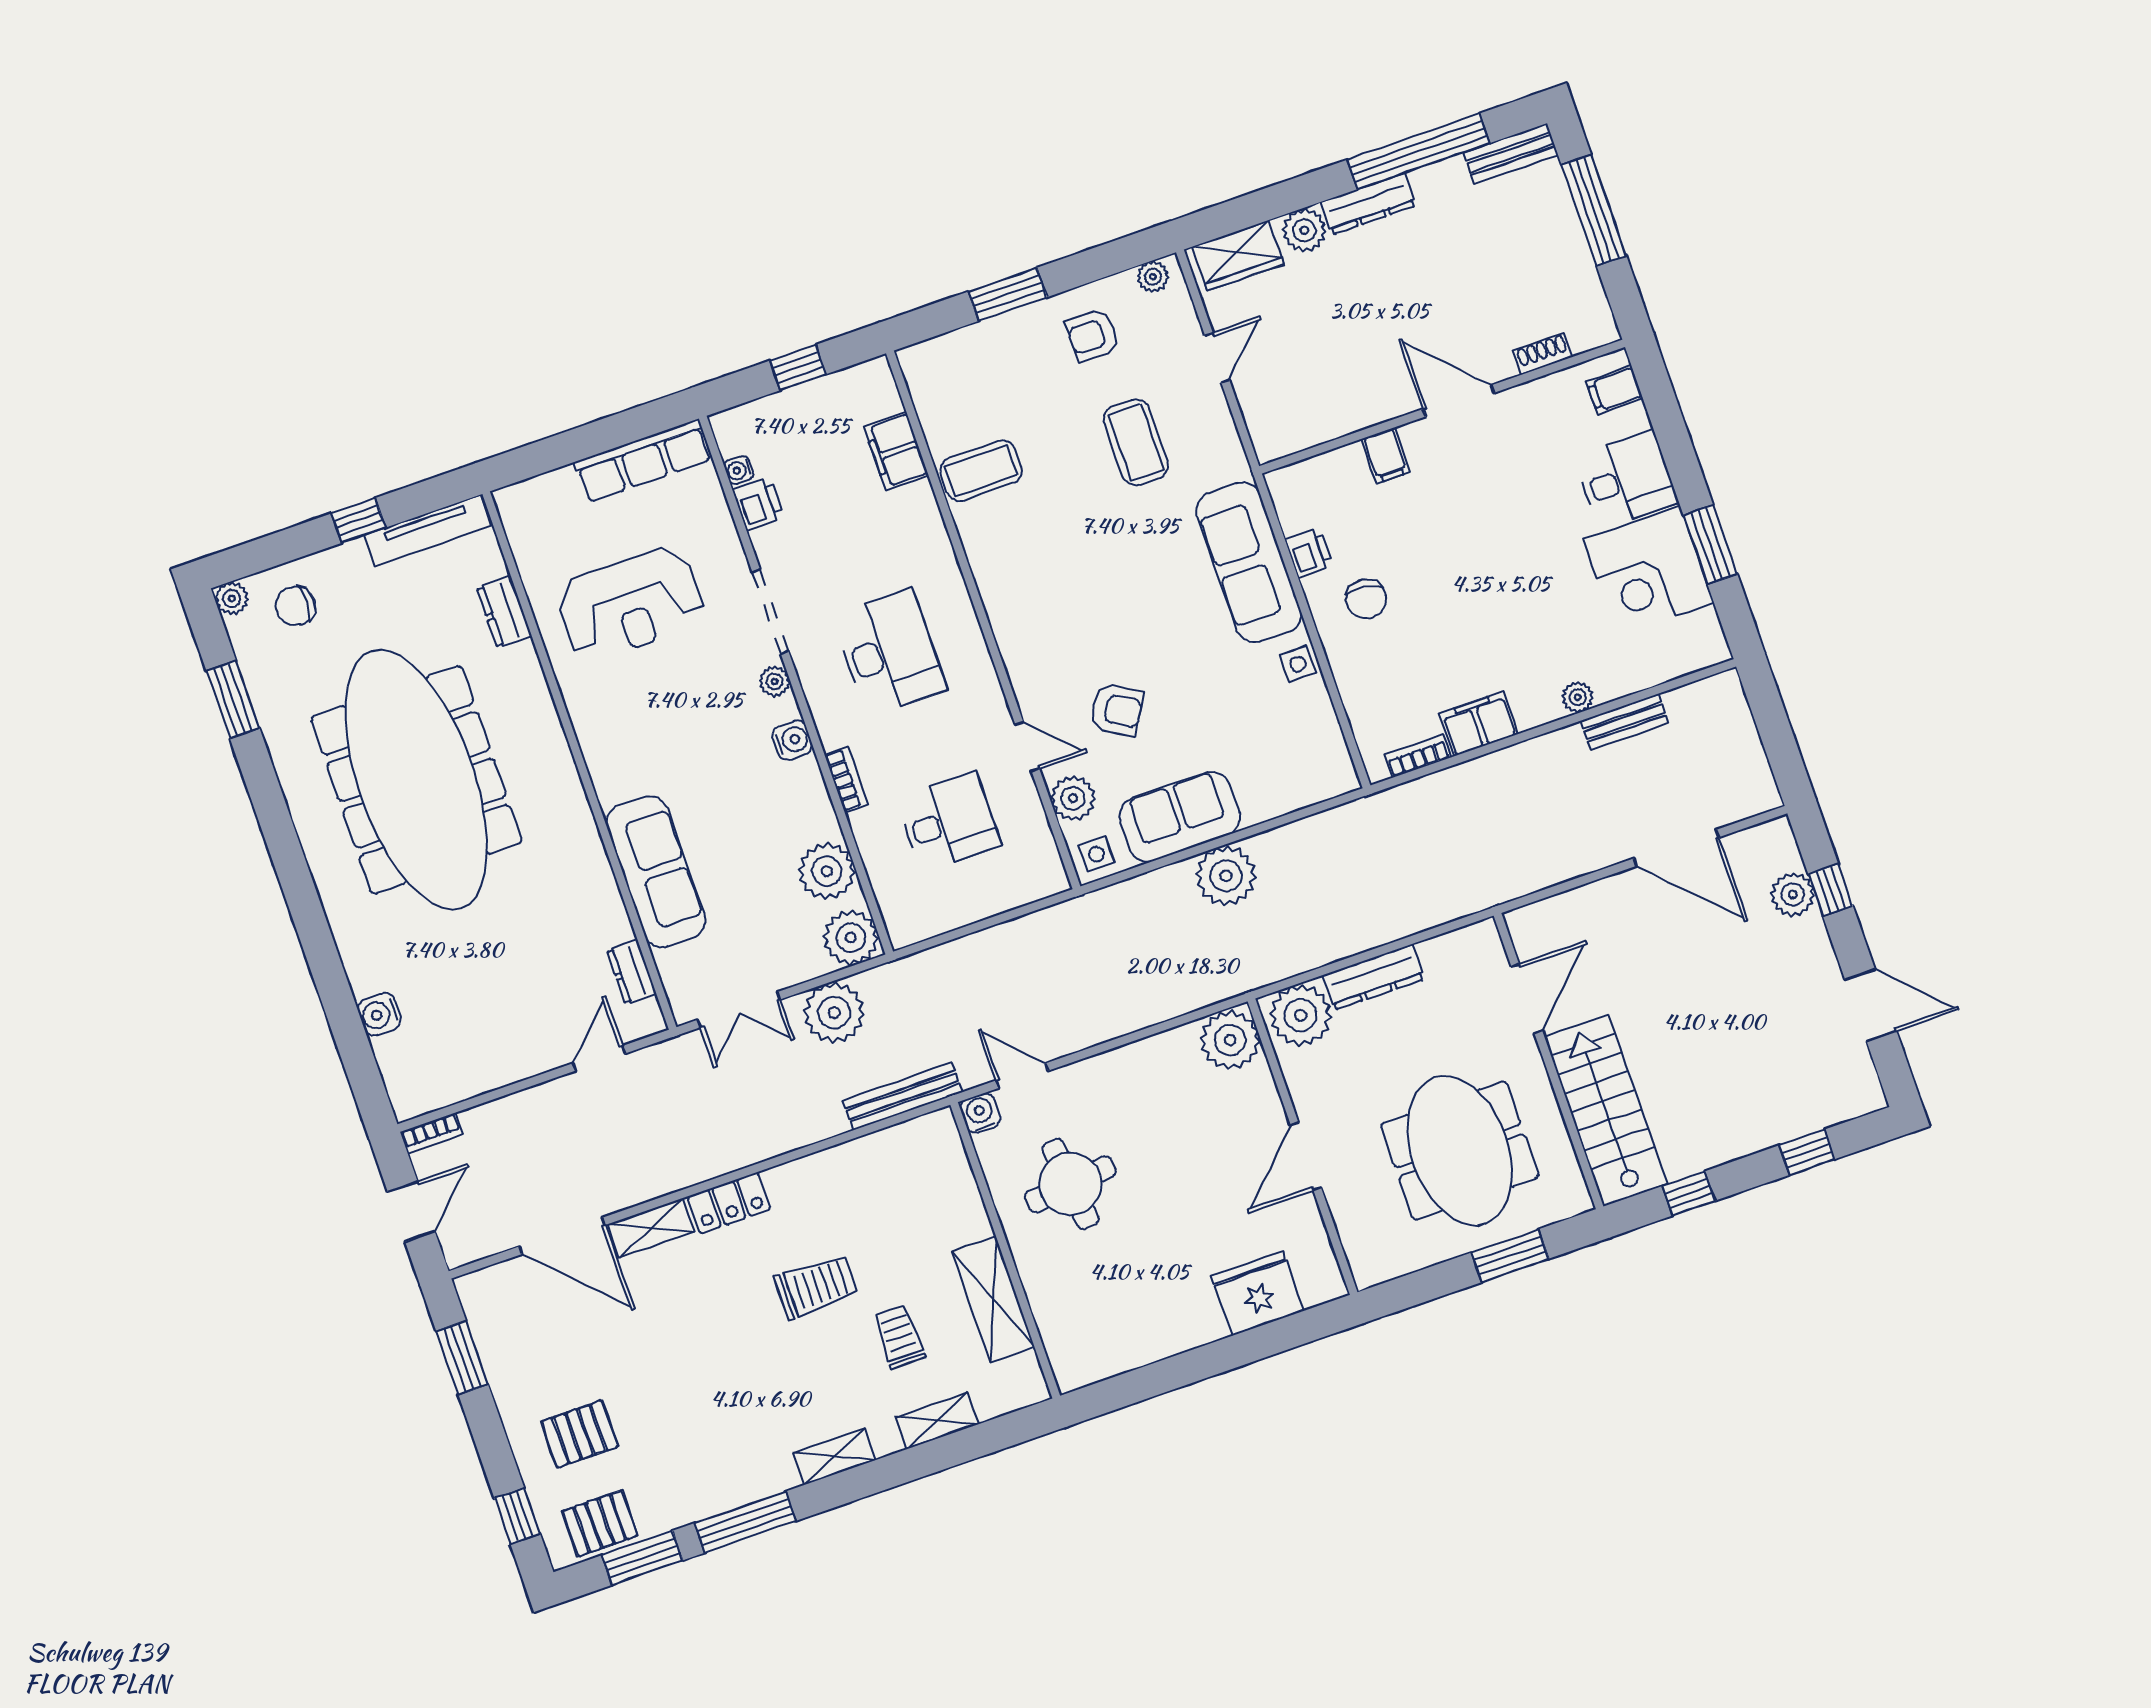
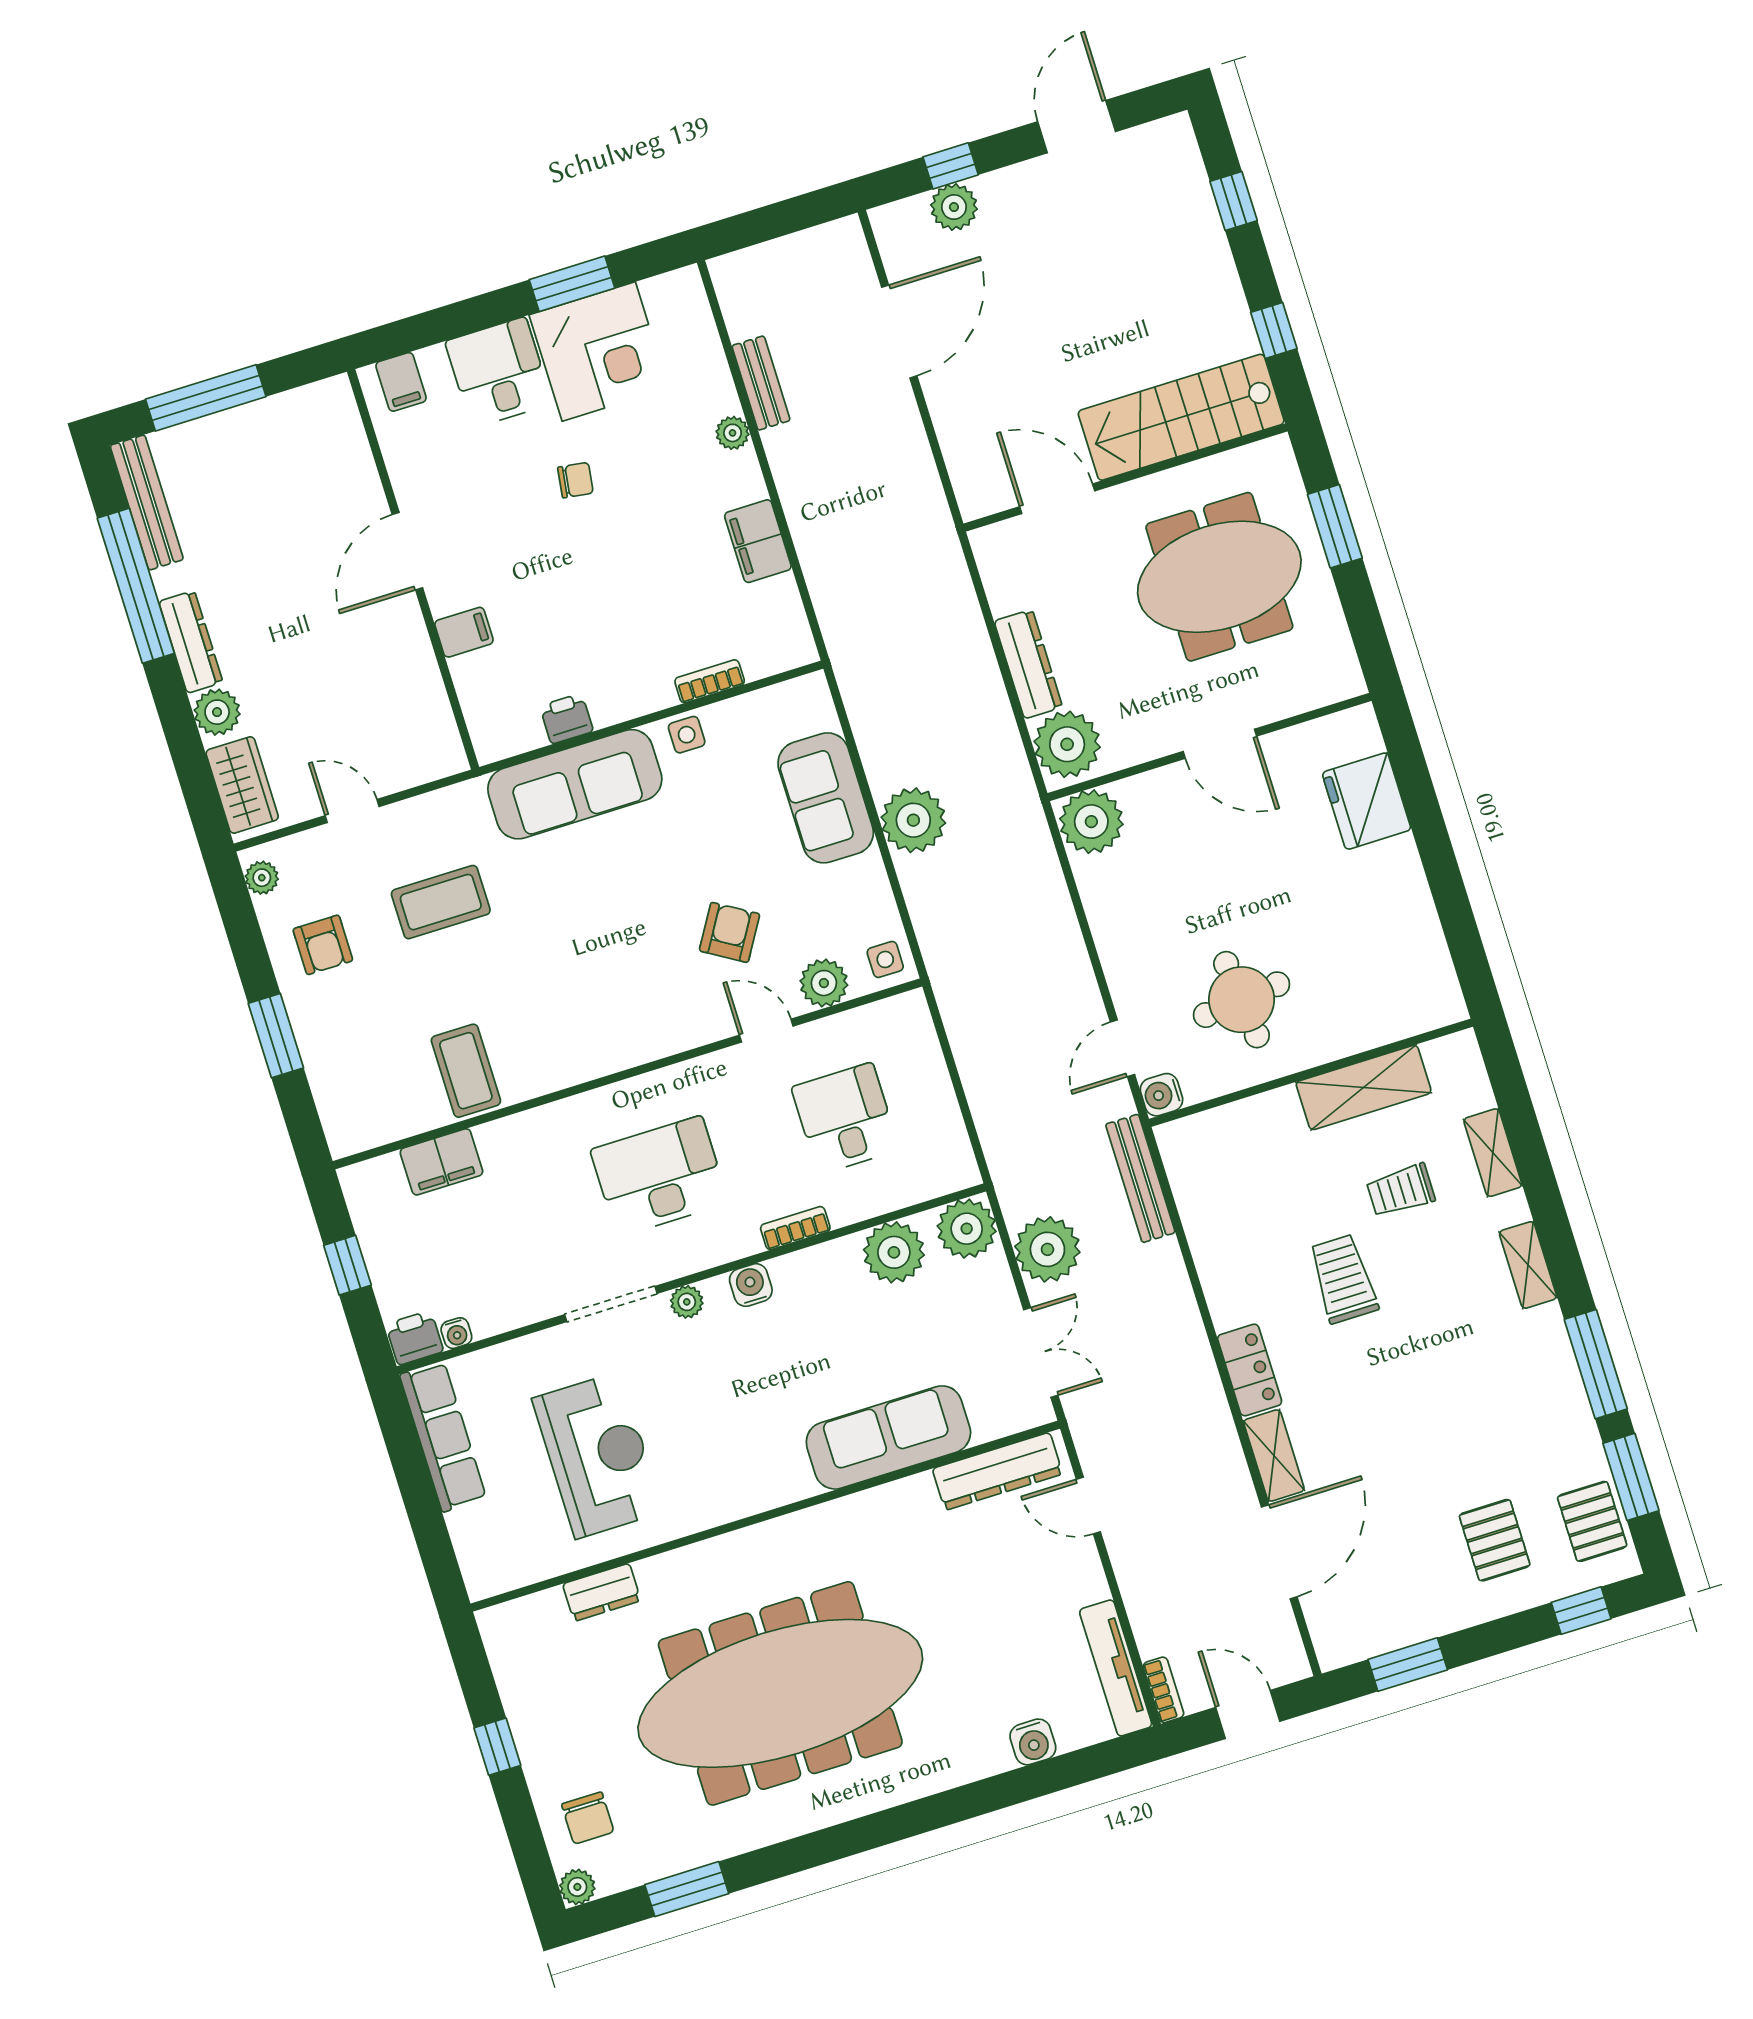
bench: (1511, 154) -> (147, 502), width x1.36
shoe rack: (1543, 354) -> (359, 458), removed
printer: (758, 504) -> (415, 1338), moved
tv unit: (428, 531) -> (1116, 1668), moved, turned 180
chair: (1366, 599) -> (575, 480), moved, width x0.73, depth x0.73
door: (1027, 747) -> (766, 1031), hinge flipped
bookcase: (1418, 756) -> (710, 681), moved, turned 90
sofa: (1180, 817) -> (826, 798), moved
dresser: (632, 972) -> (997, 1471), width x1.96, depth x1.24

